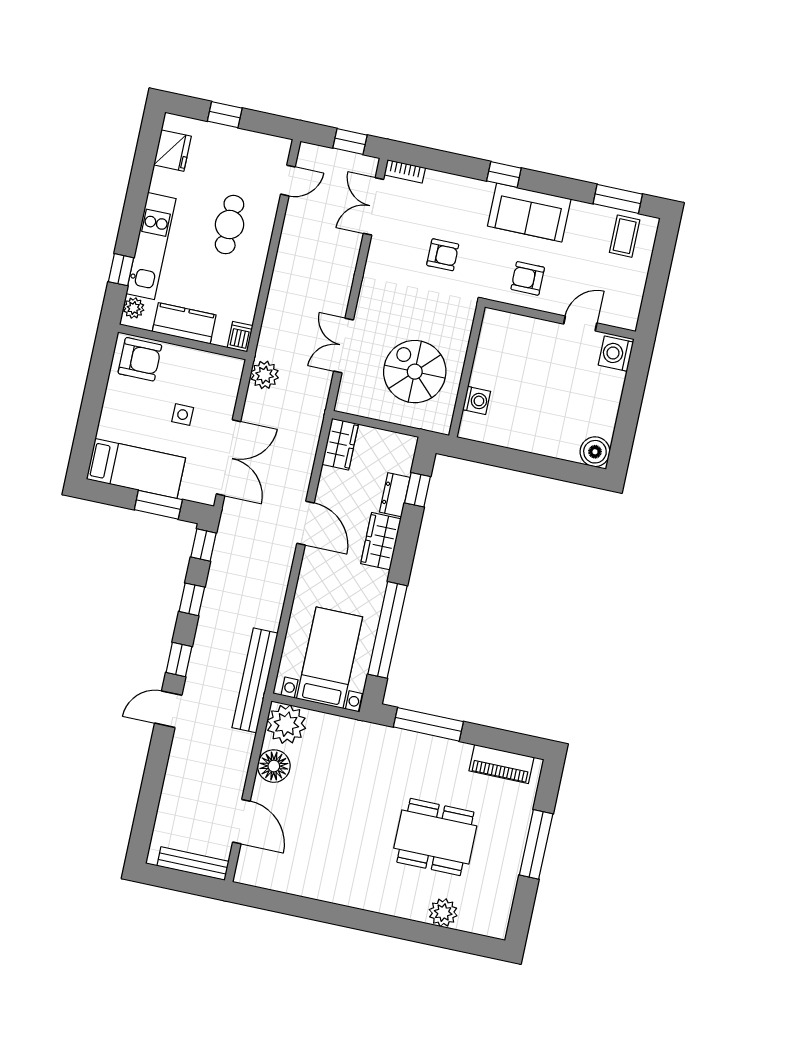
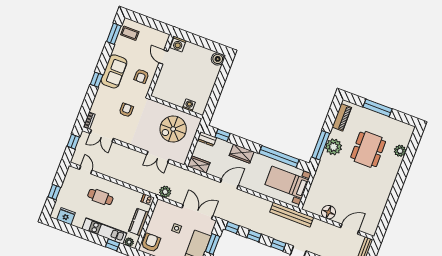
dresser: (395, 495) -> (207, 139), moved
plant: (286, 724) -> (334, 147), moved

